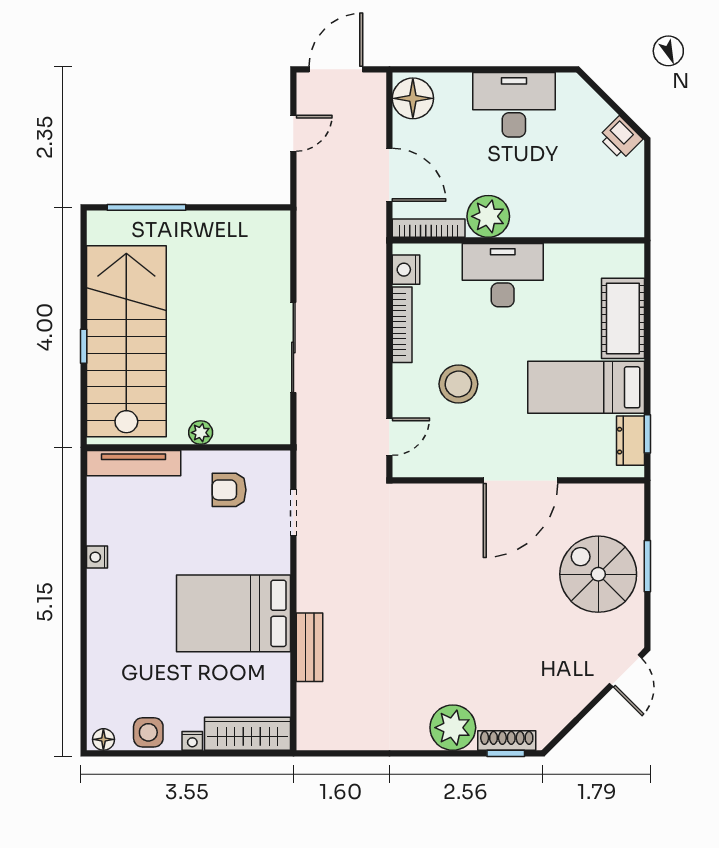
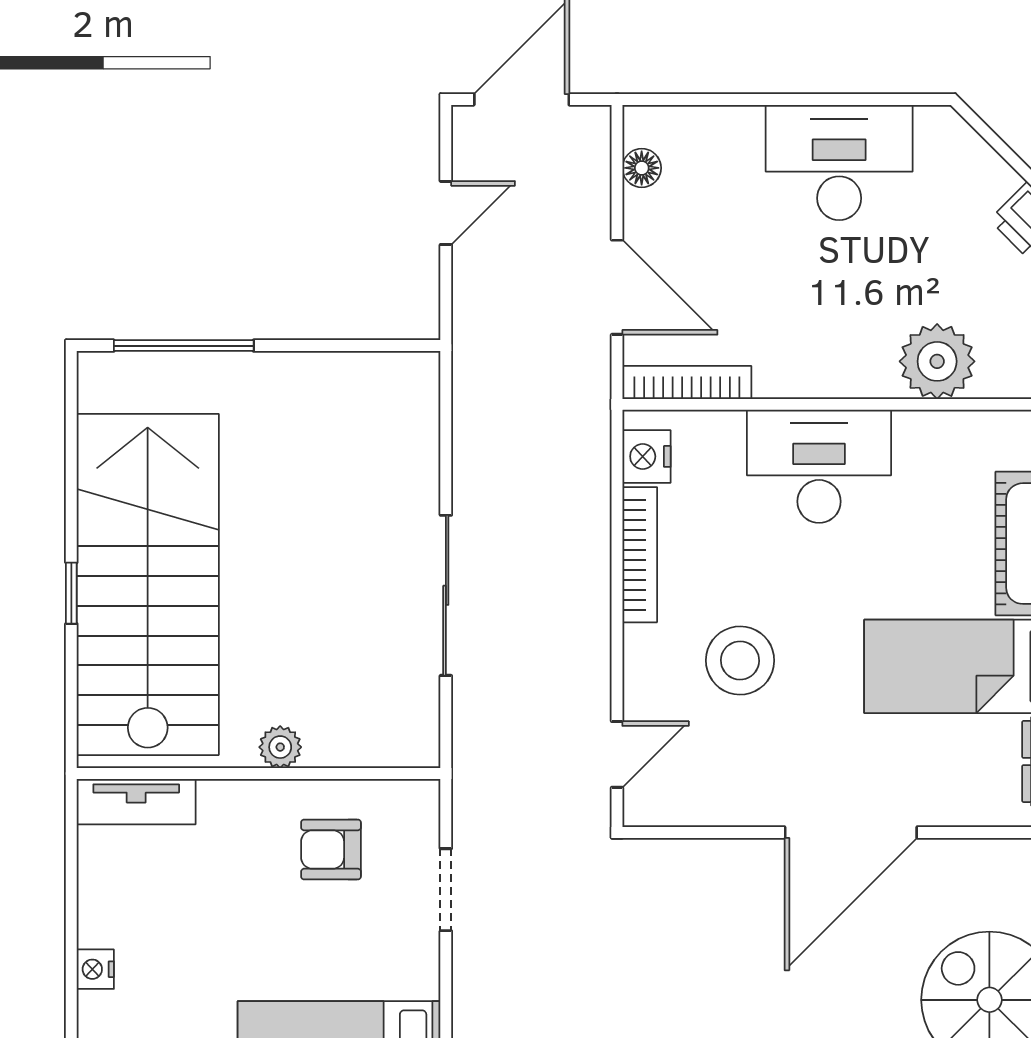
floor lamp: (413, 98) -> (642, 168), width x0.53, depth x0.53
plant: (488, 216) -> (937, 361), moved
tv unit: (134, 463) -> (136, 802), width x0.71

